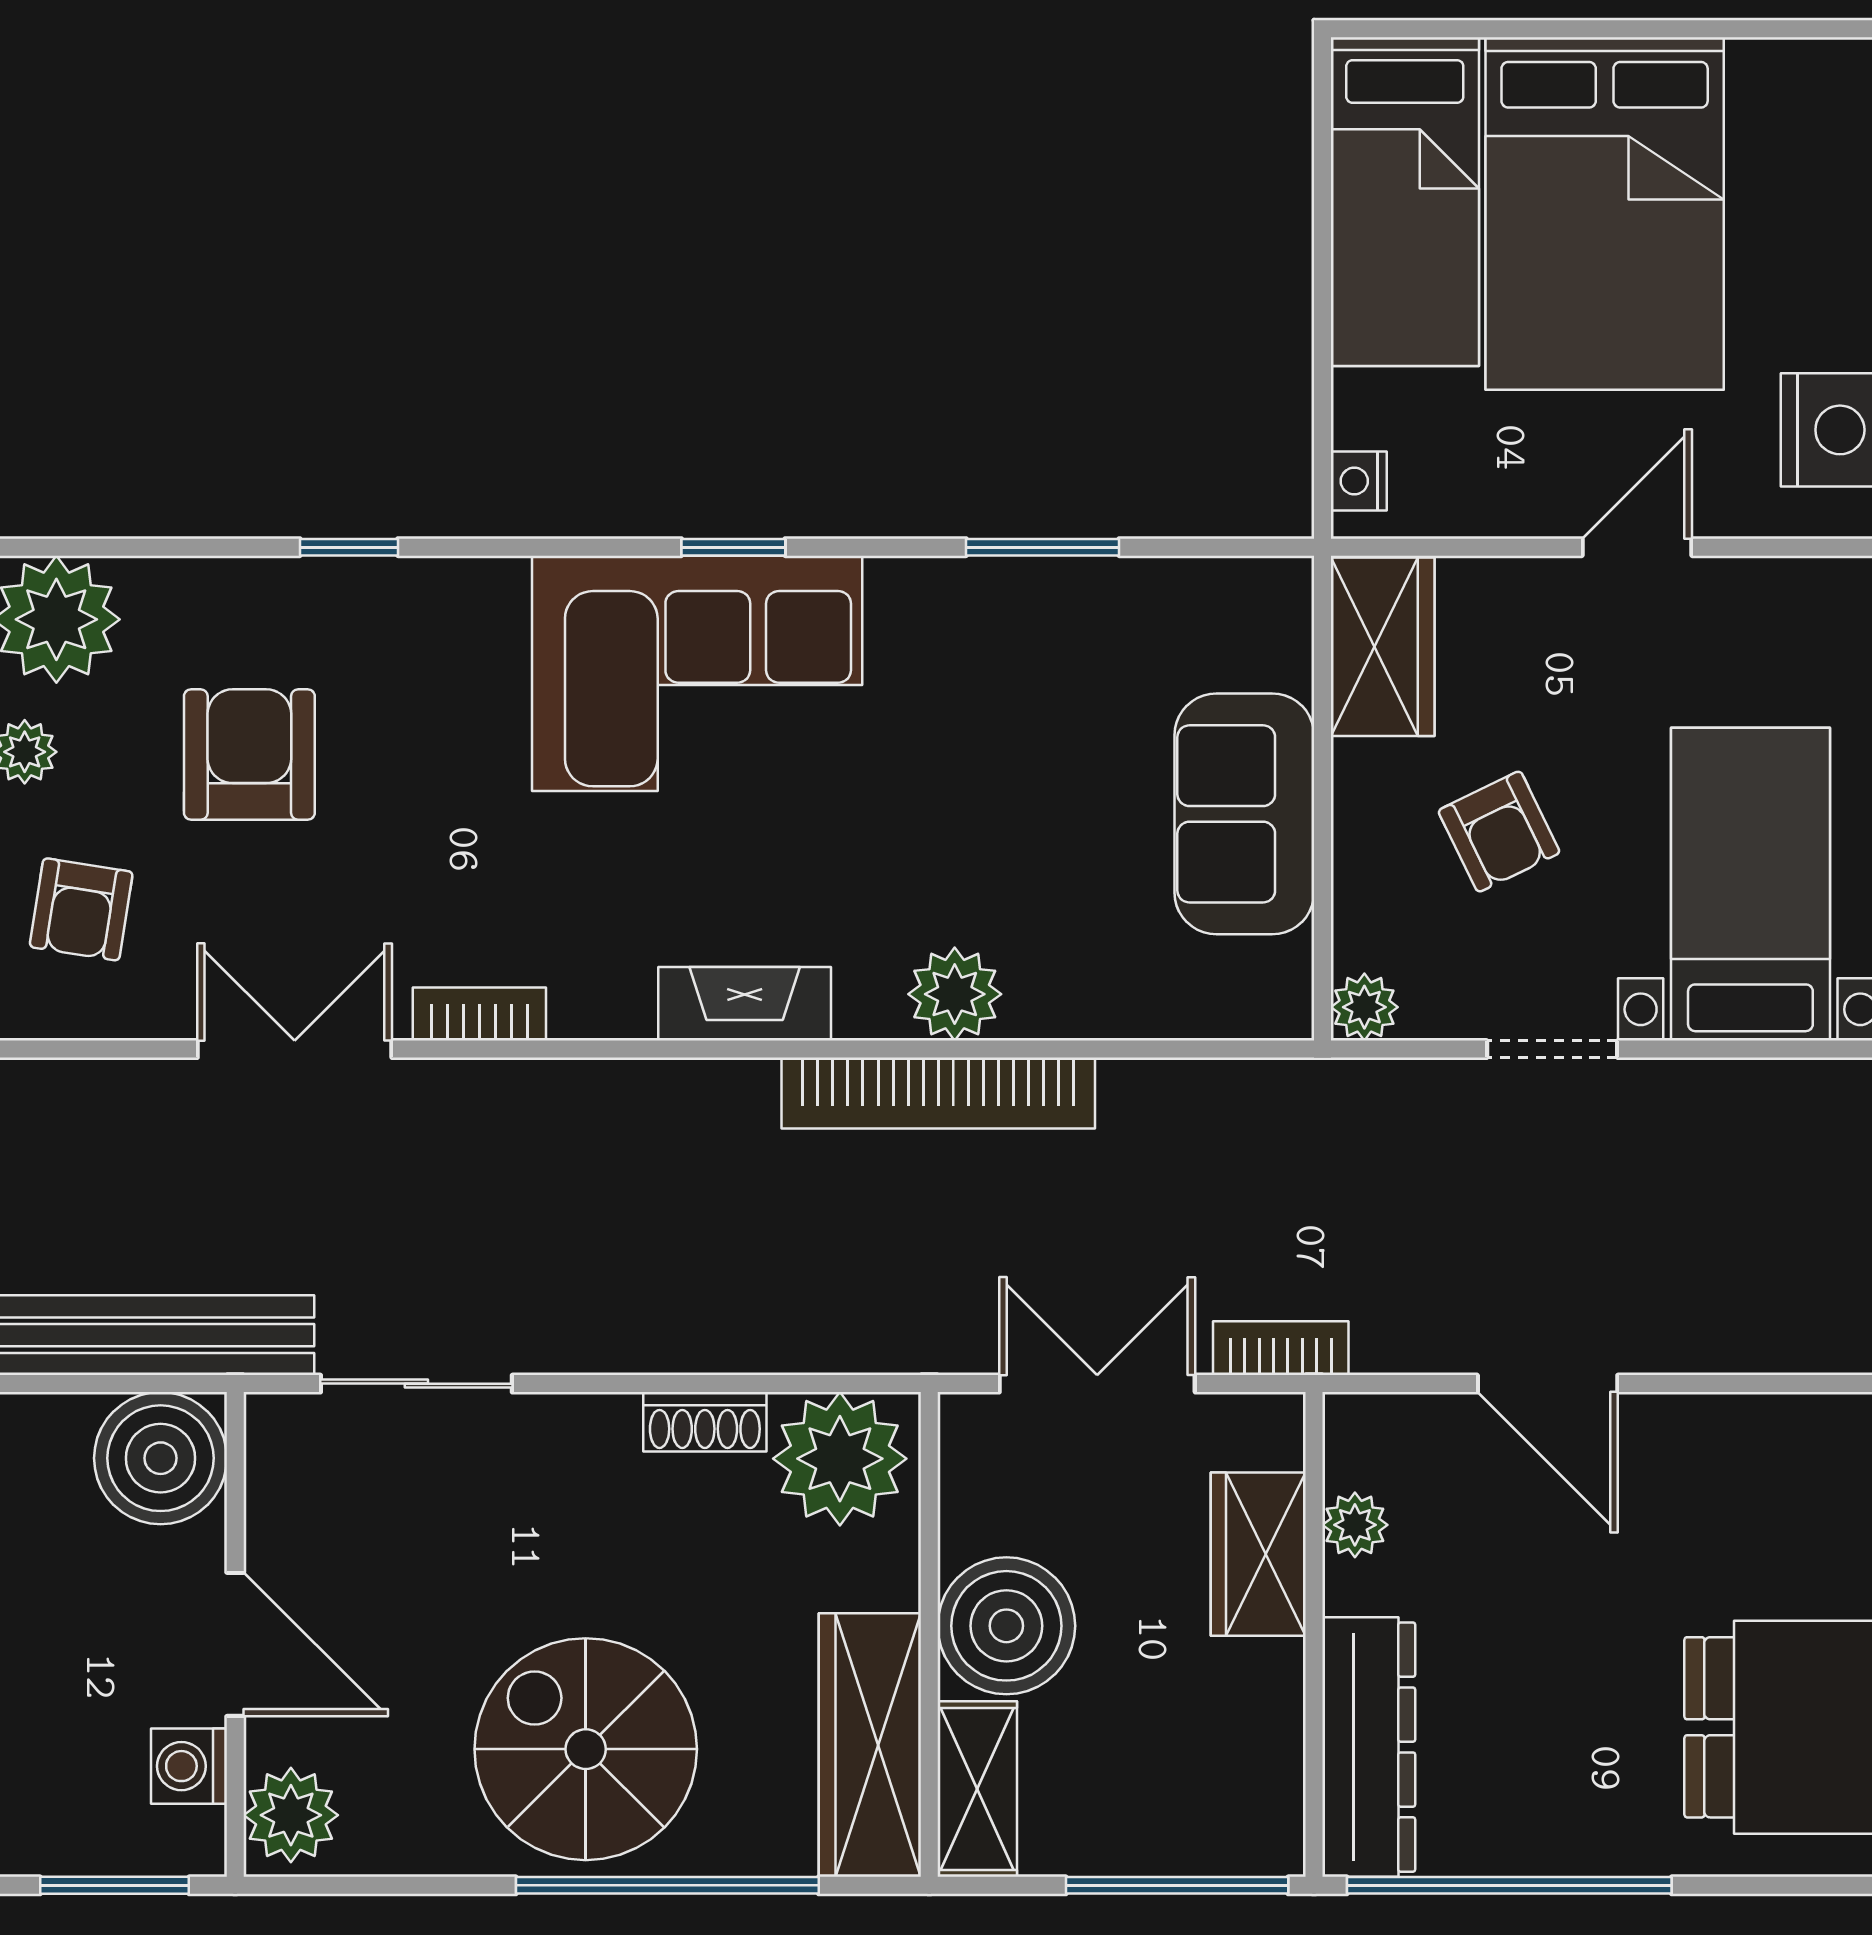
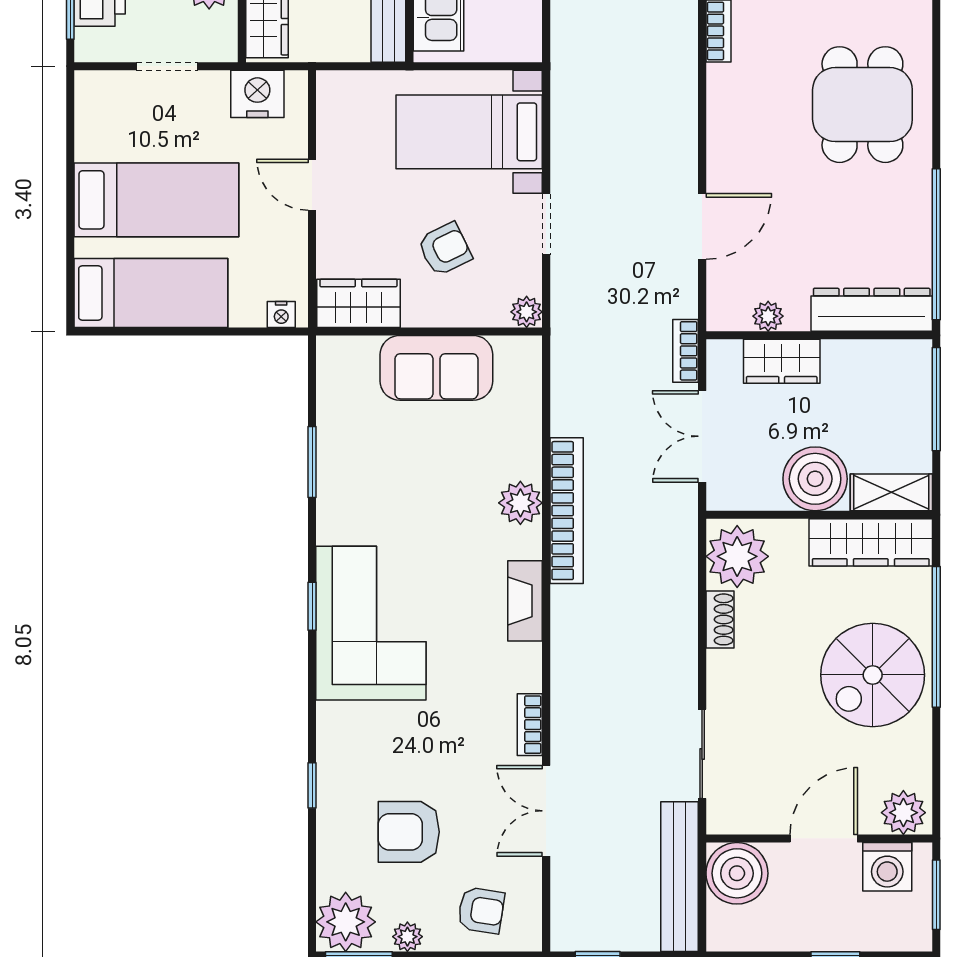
bed: (1605, 213) -> (156, 200), width x0.67
washing machine: (189, 1766) -> (887, 867), width x1.38, depth x1.38

